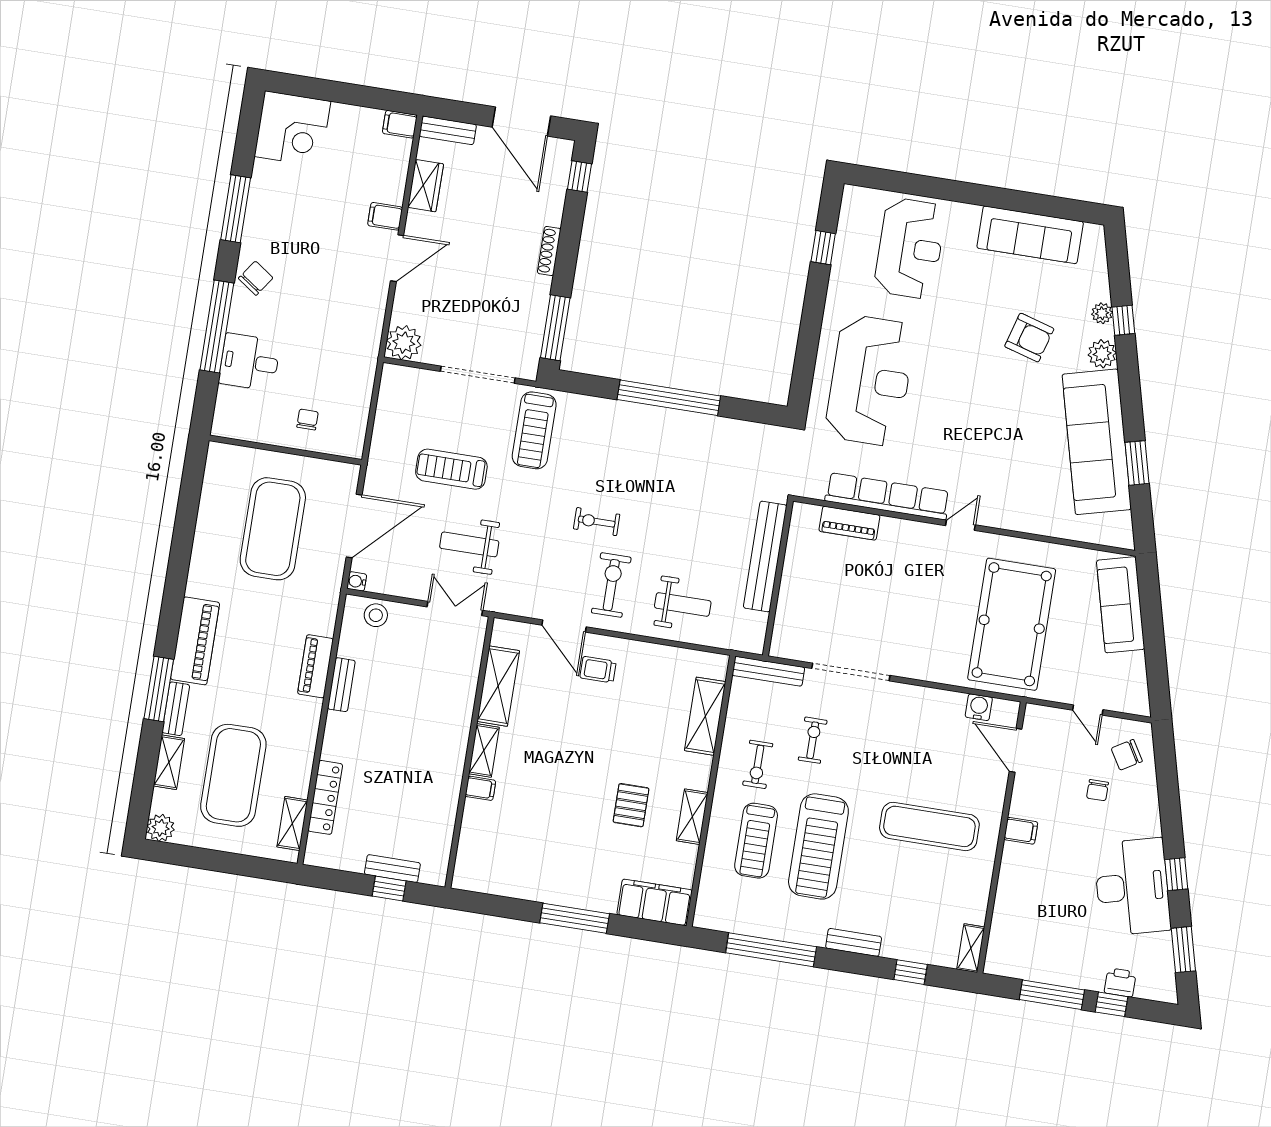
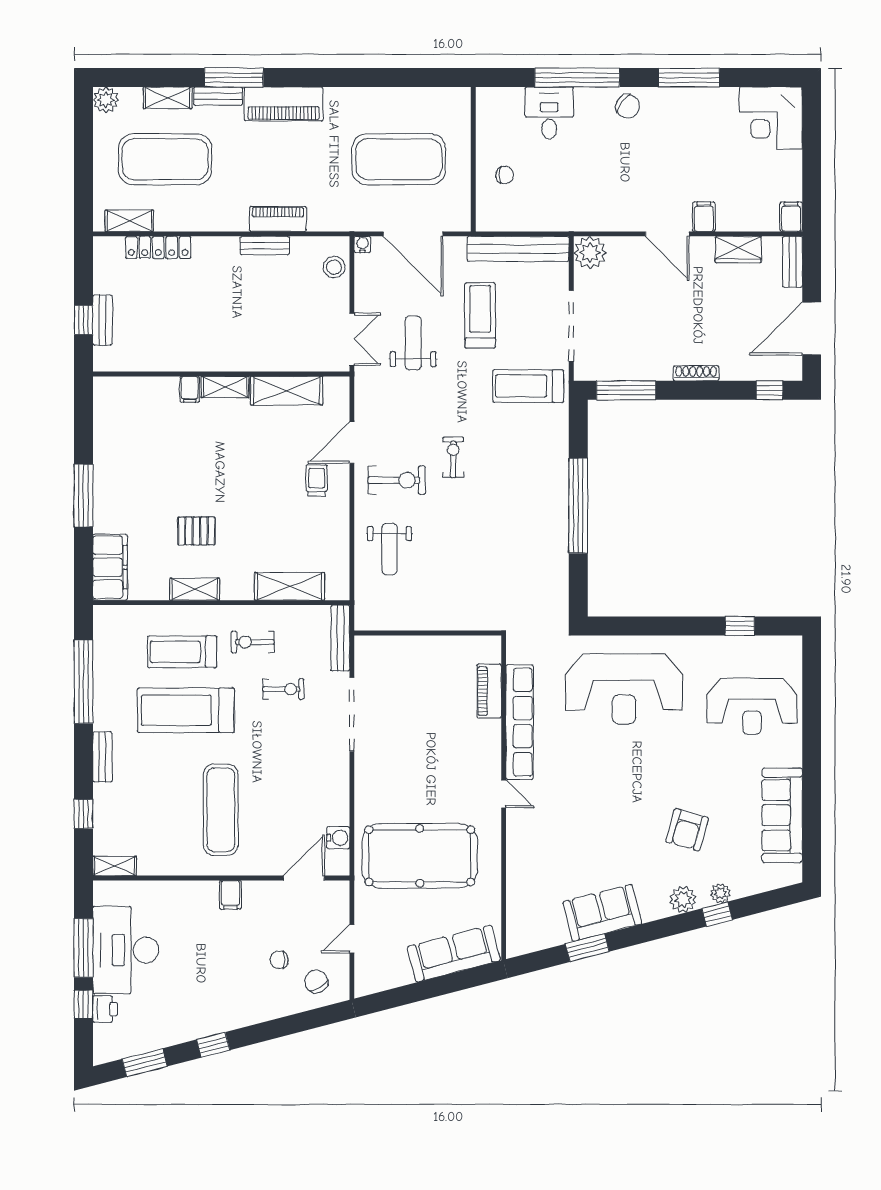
sofa: (1097, 442) -> (602, 913), width x0.54, depth x0.79
bench: (765, 556) -> (518, 249), moved
desk: (1132, 887) -> (126, 950), moved, turned 105

